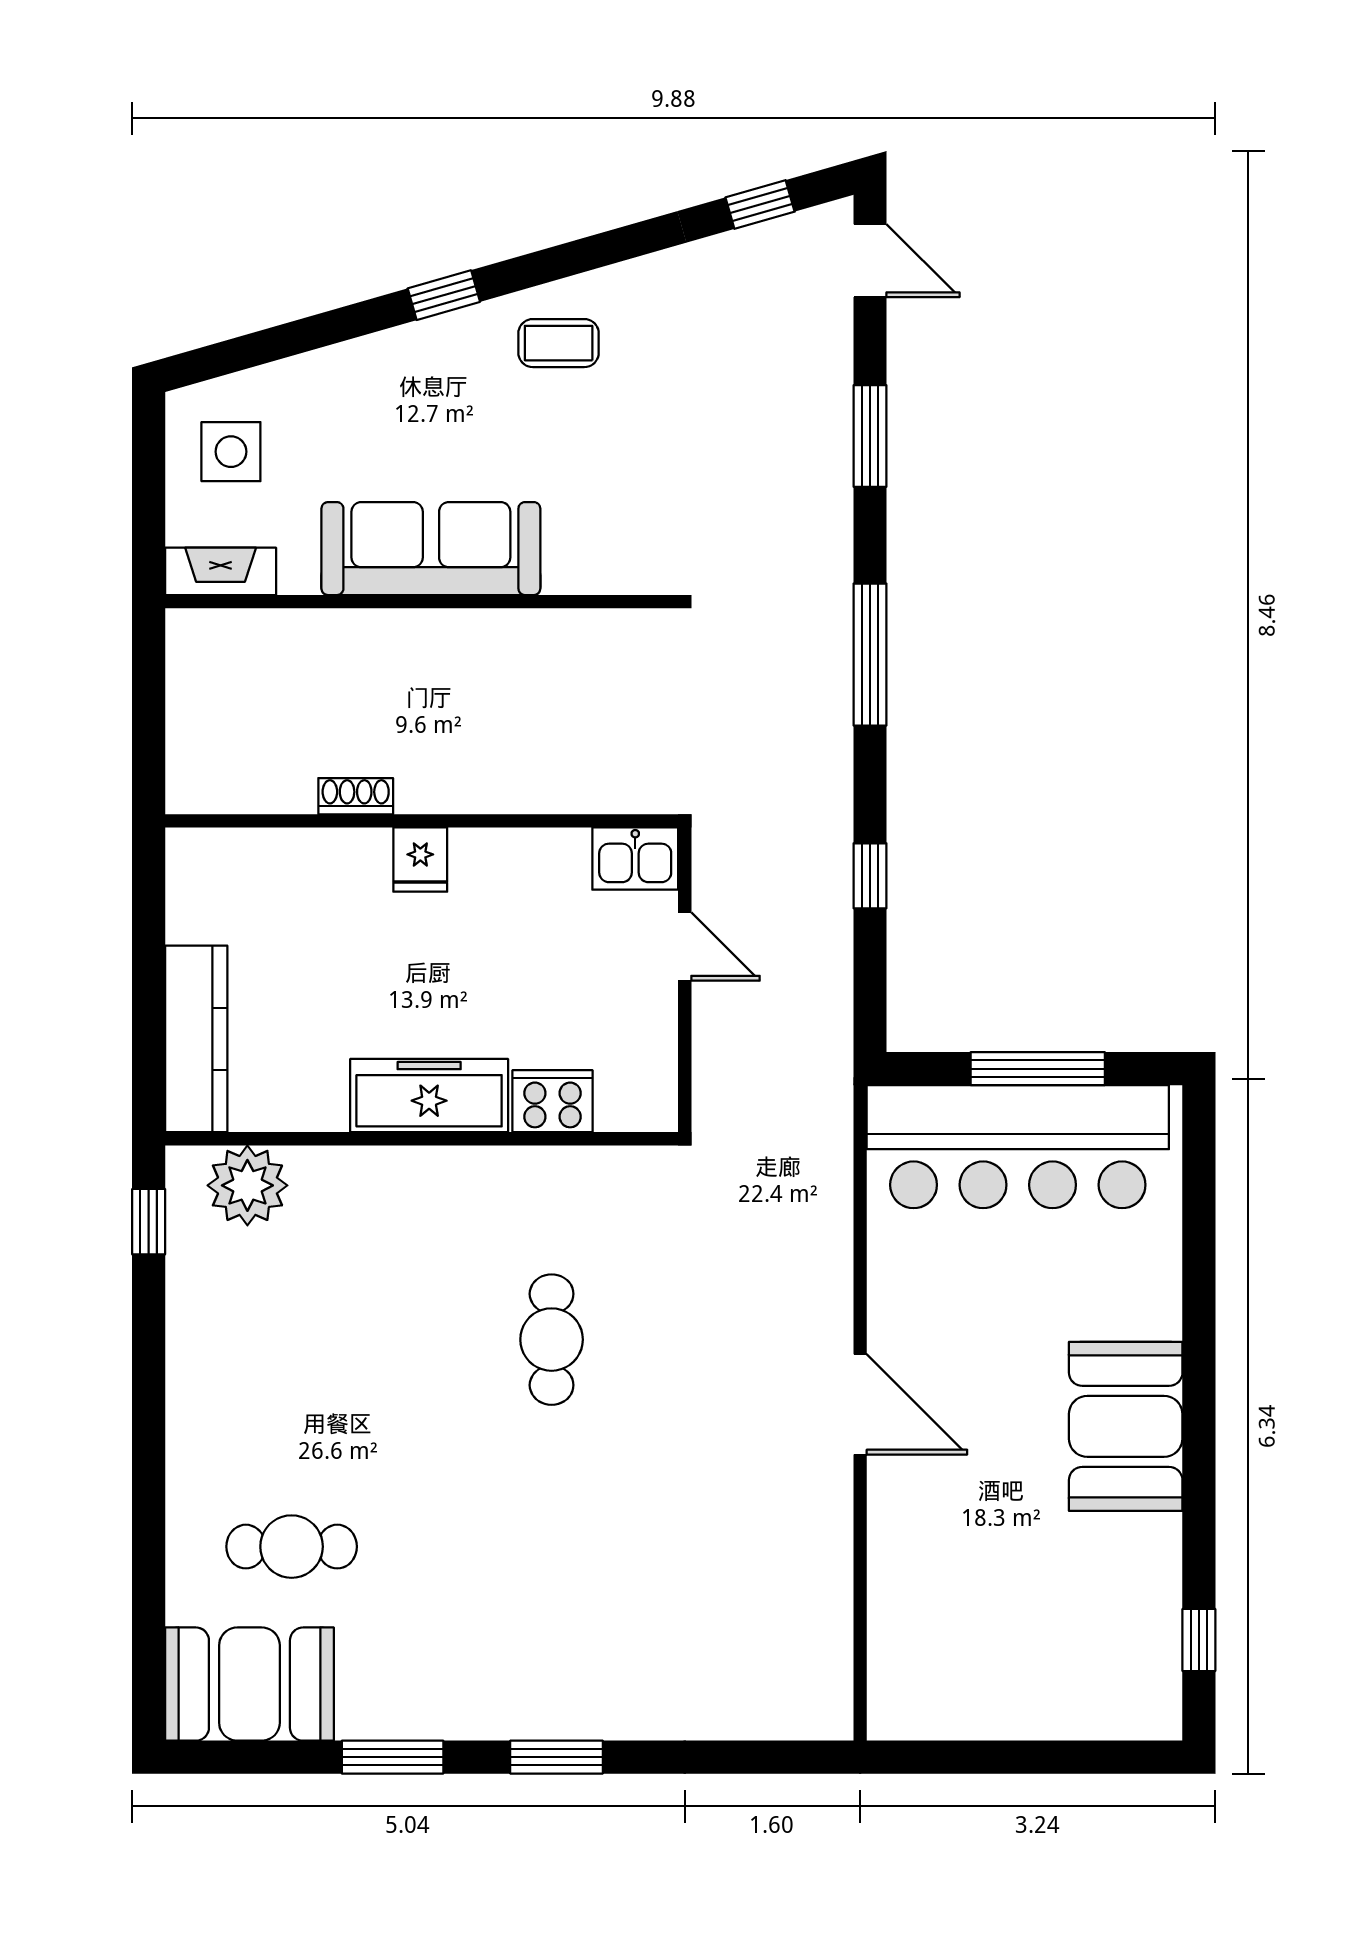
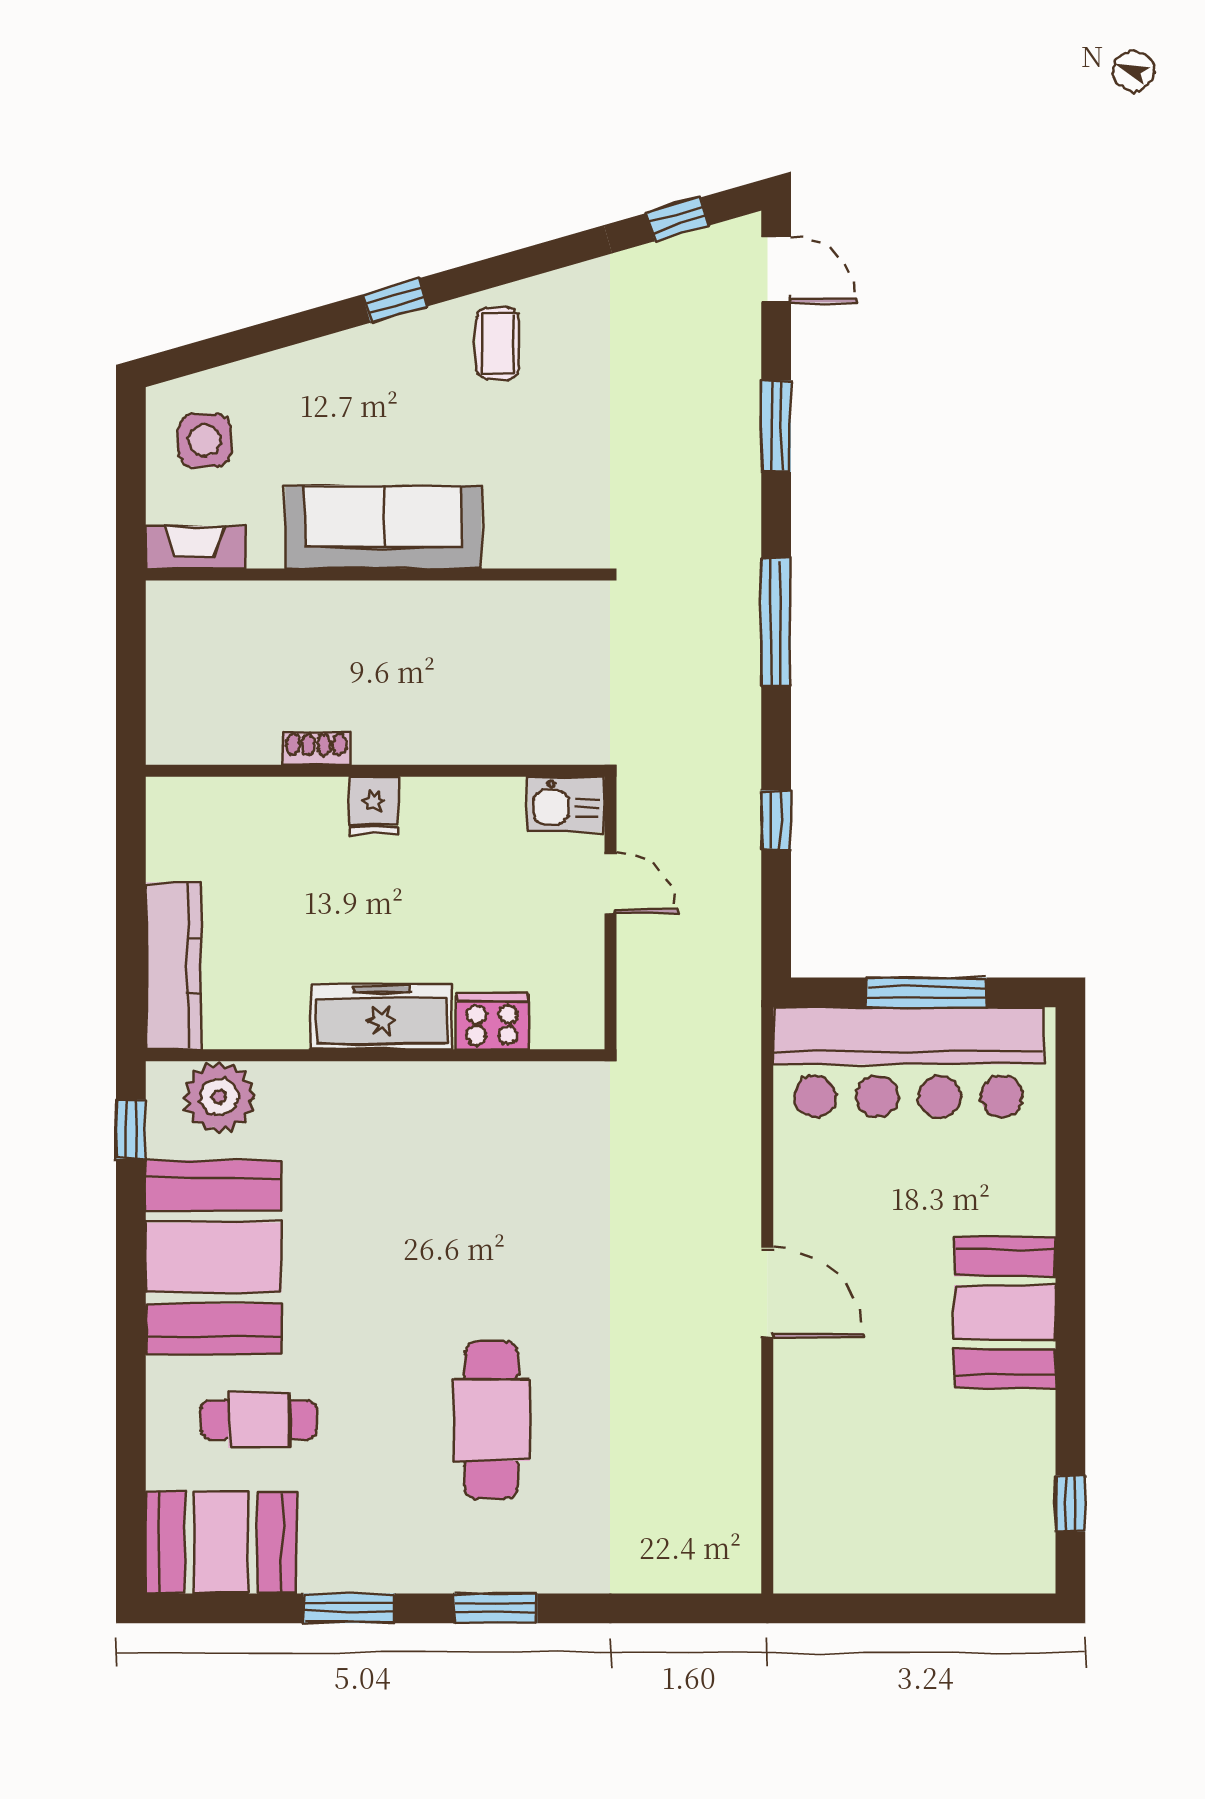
coffee table: (559, 343) -> (498, 343), turned 90
cafe table: (552, 1340) -> (491, 1420), moved, width x1.37, depth x1.35
booth: (241, 1365) -> (214, 1257), added

